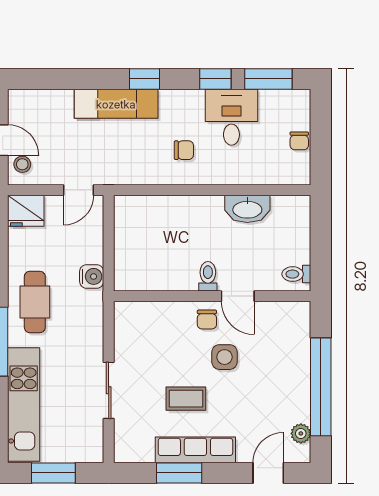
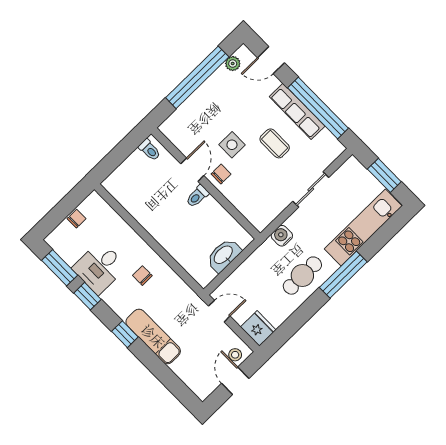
washbasin: (247, 209) -> (224, 255), moved, turned -90
water cooler: (92, 276) -> (282, 236), moved
window: (179, 473) -> (318, 108), width x2.11

